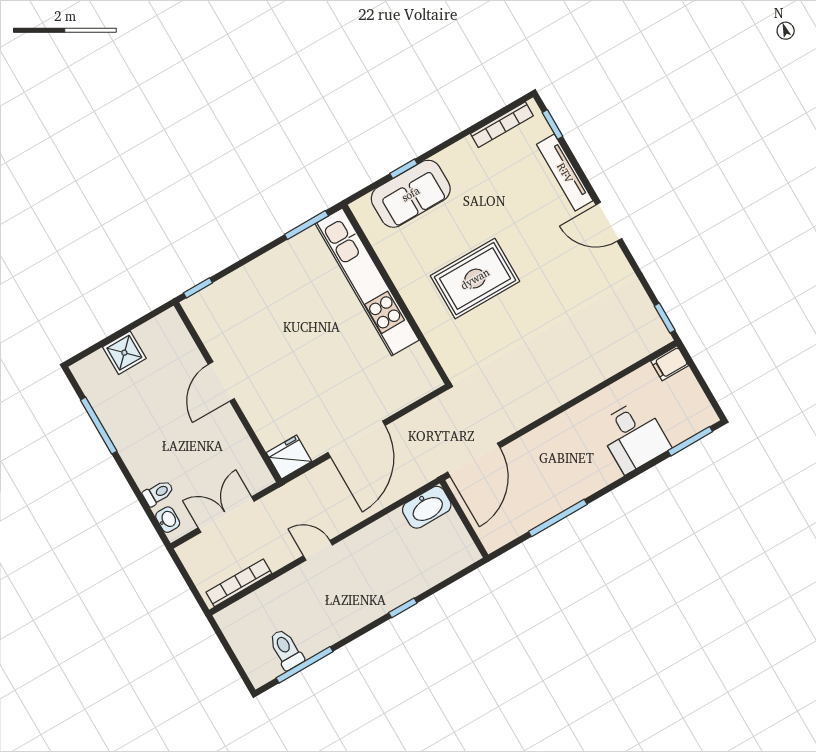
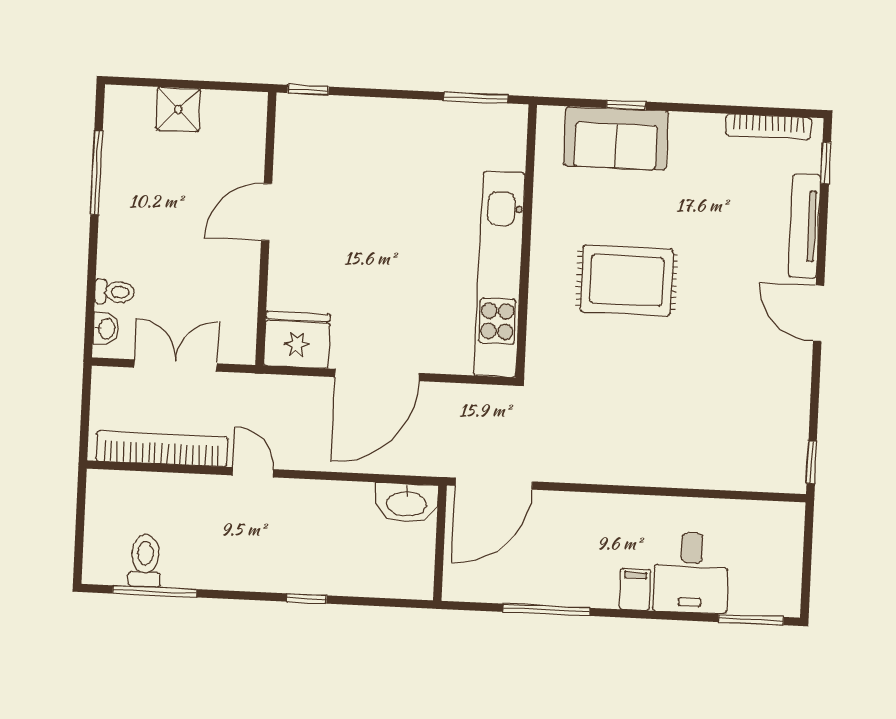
kitchen unit: (367, 282) -> (500, 274), moved
filing cabinet: (670, 363) -> (635, 589), moved, turned 90
fridge: (289, 457) -> (297, 340), width x1.36, depth x1.34
bookcase: (239, 583) -> (162, 449), width x1.48, depth x1.31

